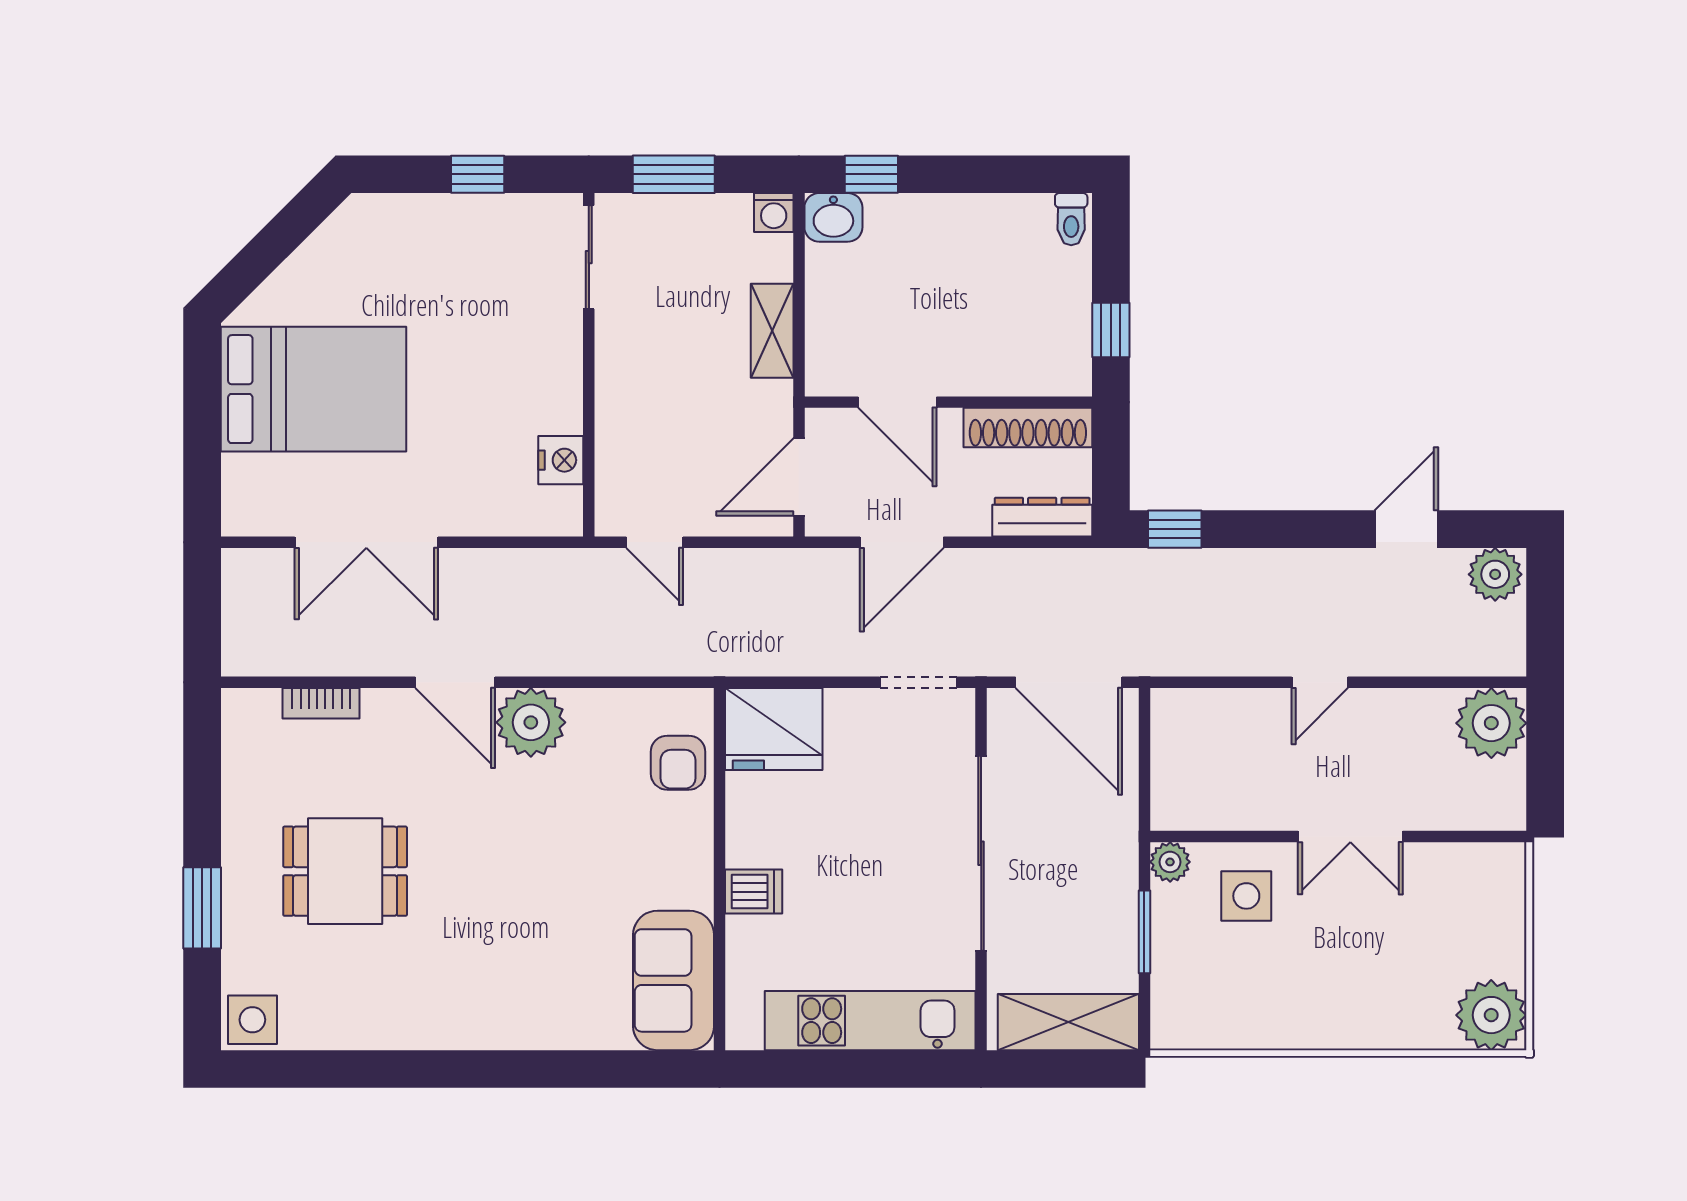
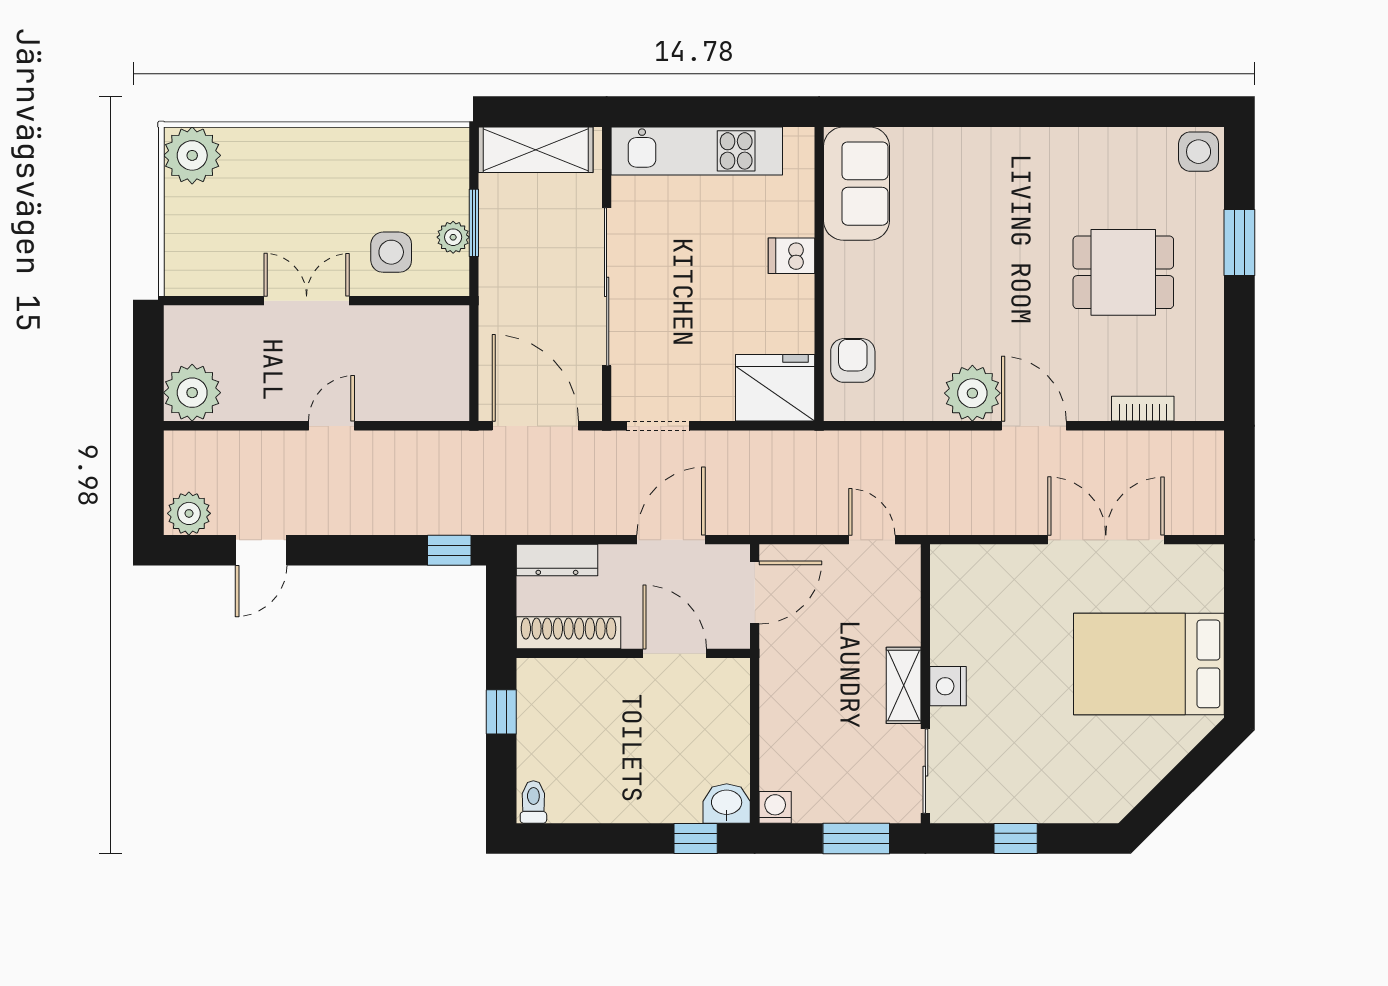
shelving: (772, 331) -> (904, 685), moved
nightstand: (561, 460) -> (948, 686), moved
plant: (1170, 862) -> (453, 237), moved

